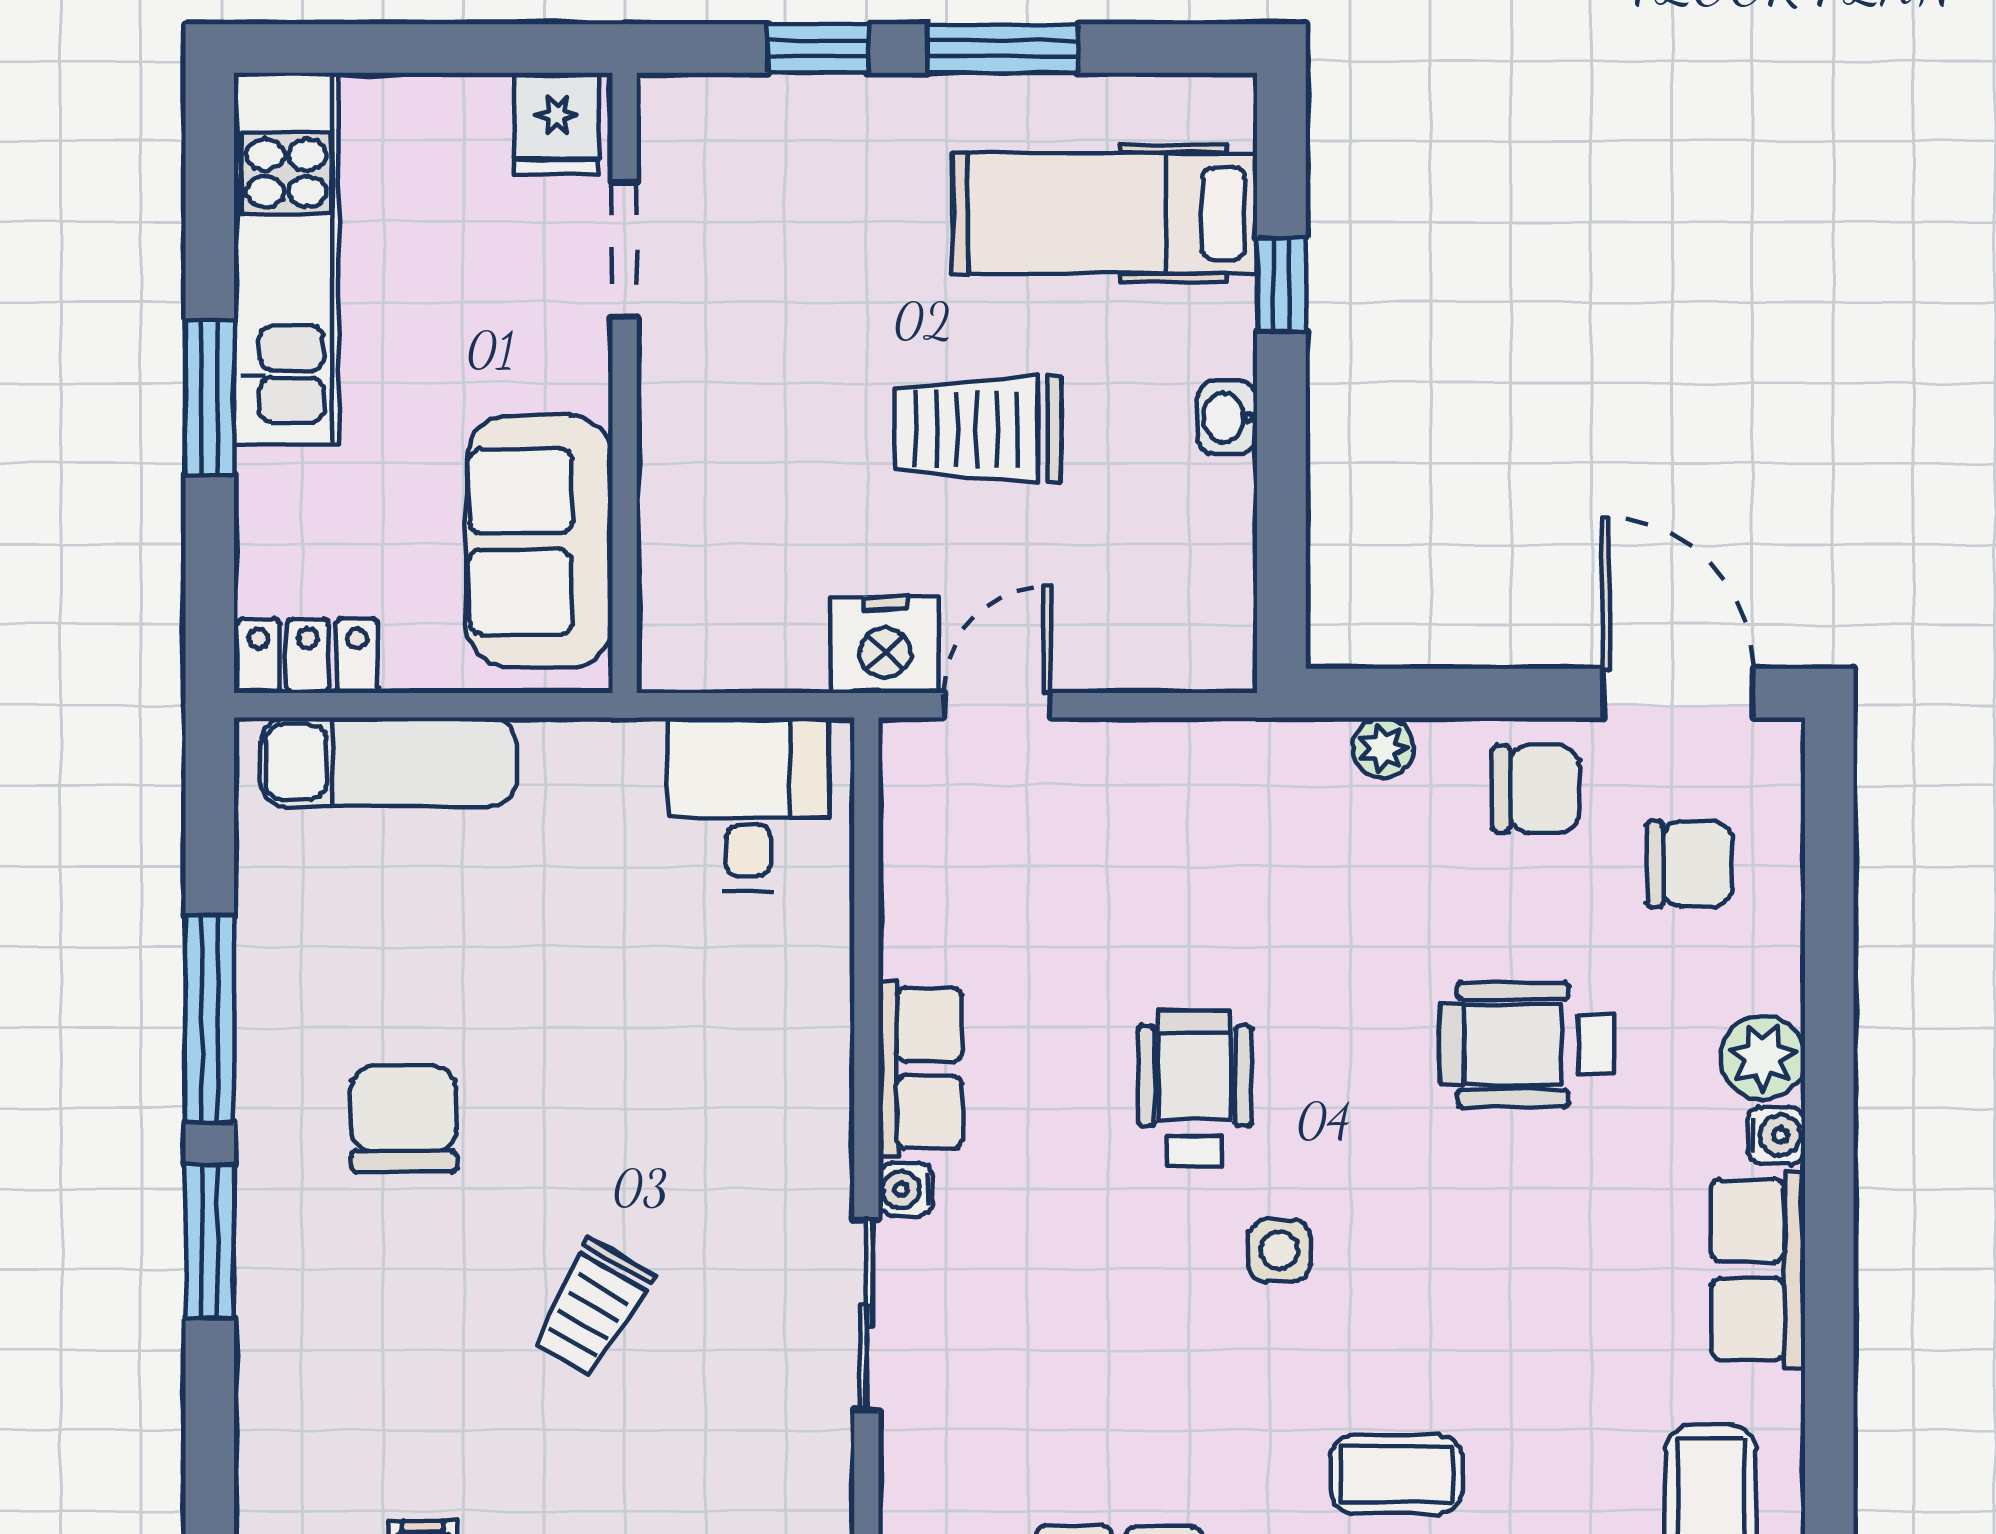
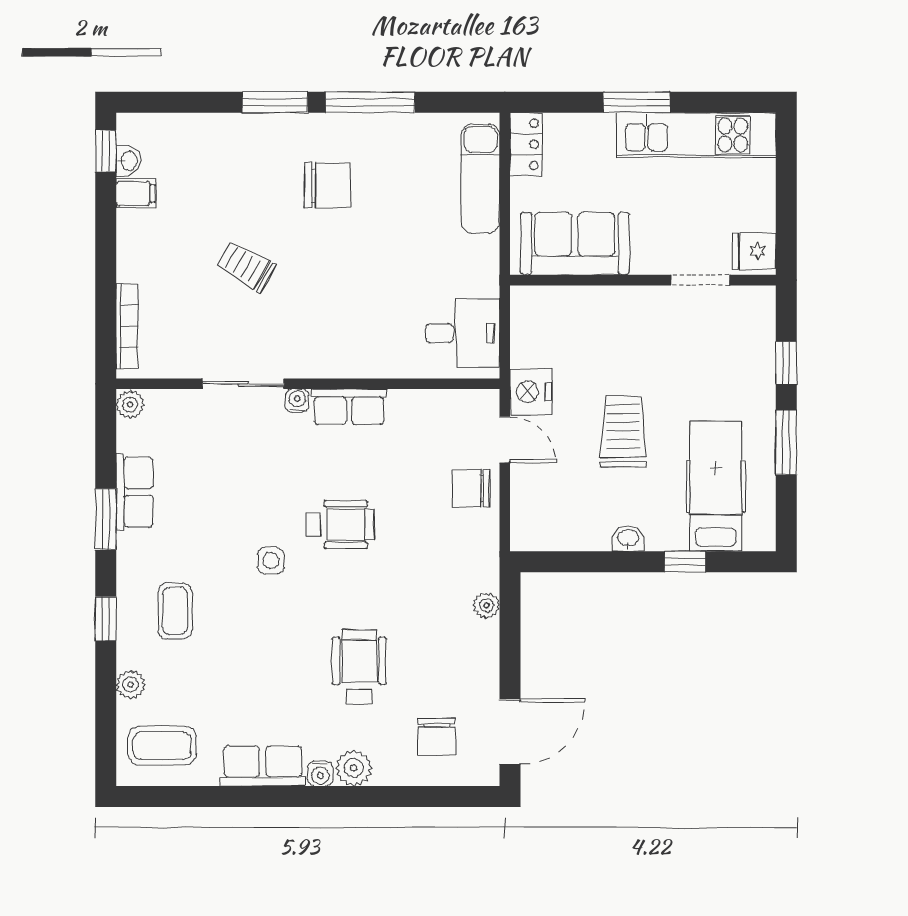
chair: (1536, 789) -> (471, 488), moved, turned 90

